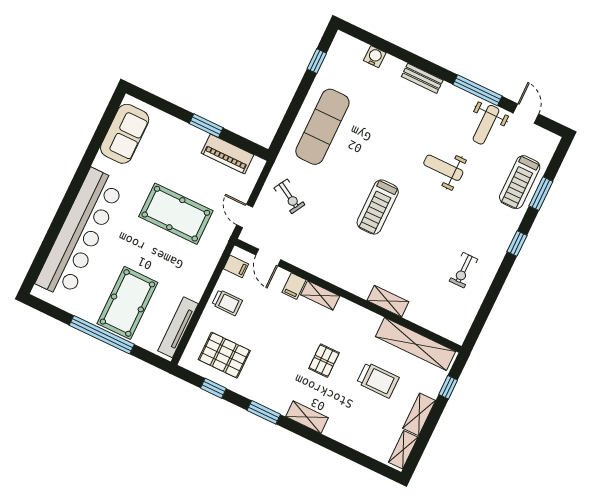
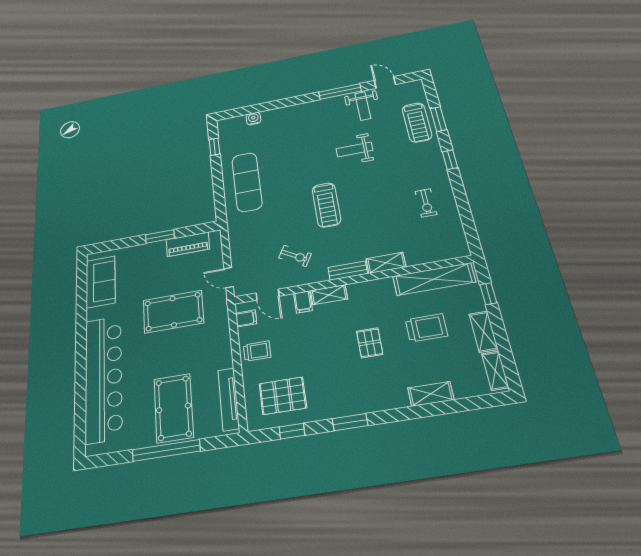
bench: (422, 78) -> (348, 271), moved
exercise bike: (289, 196) -> (295, 256), moved
shelving: (307, 417) -> (431, 394), moved

